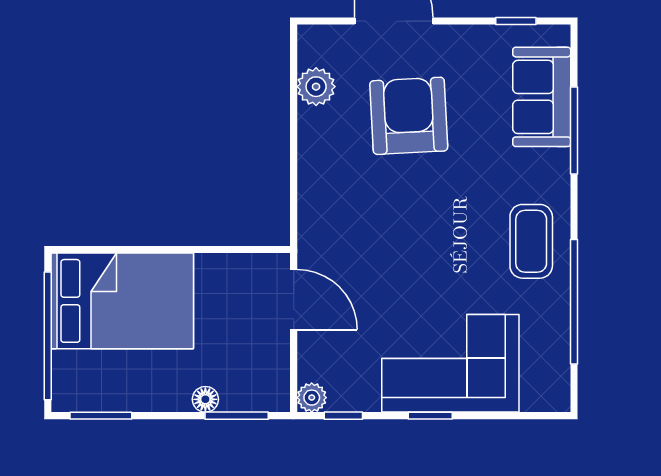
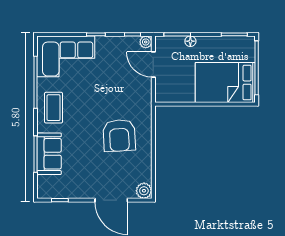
plant: (316, 87) -> (144, 191), moved
sofa: (542, 97) -> (49, 154), moved
armchair: (409, 116) -> (119, 135), moved
door: (294, 300) -> (153, 65), moved
corner sofa: (450, 363) -> (66, 56), moved

